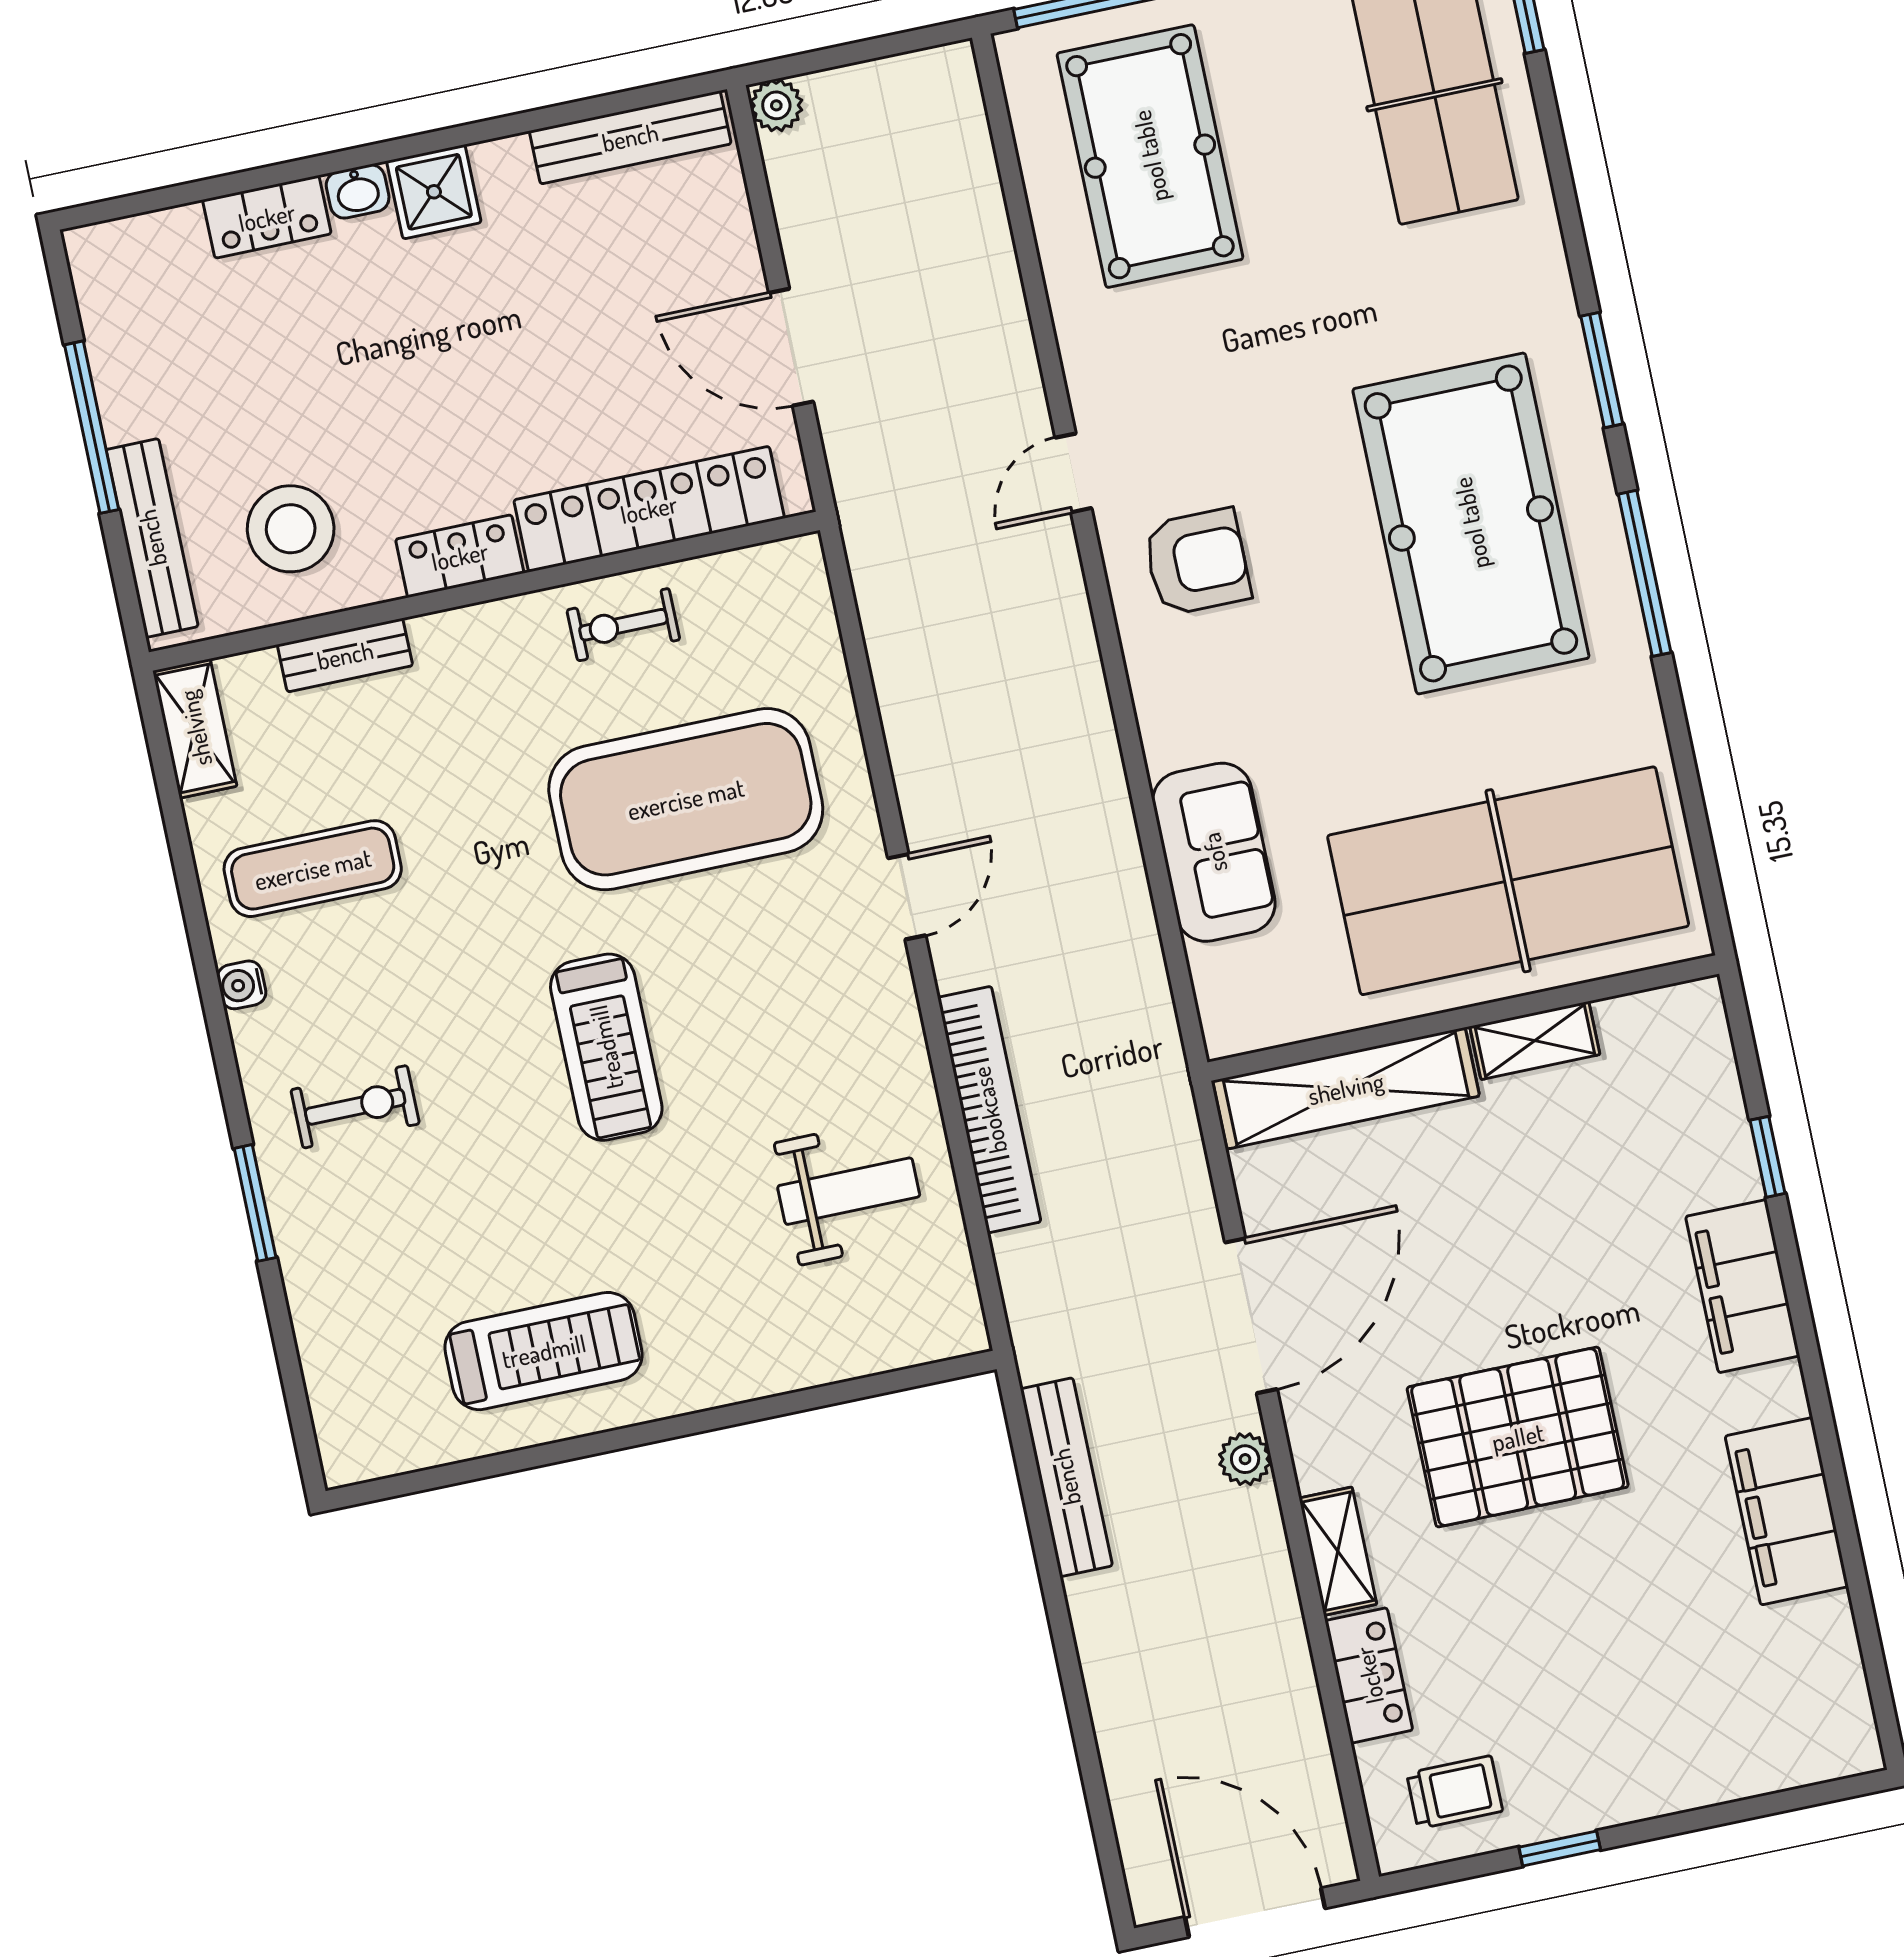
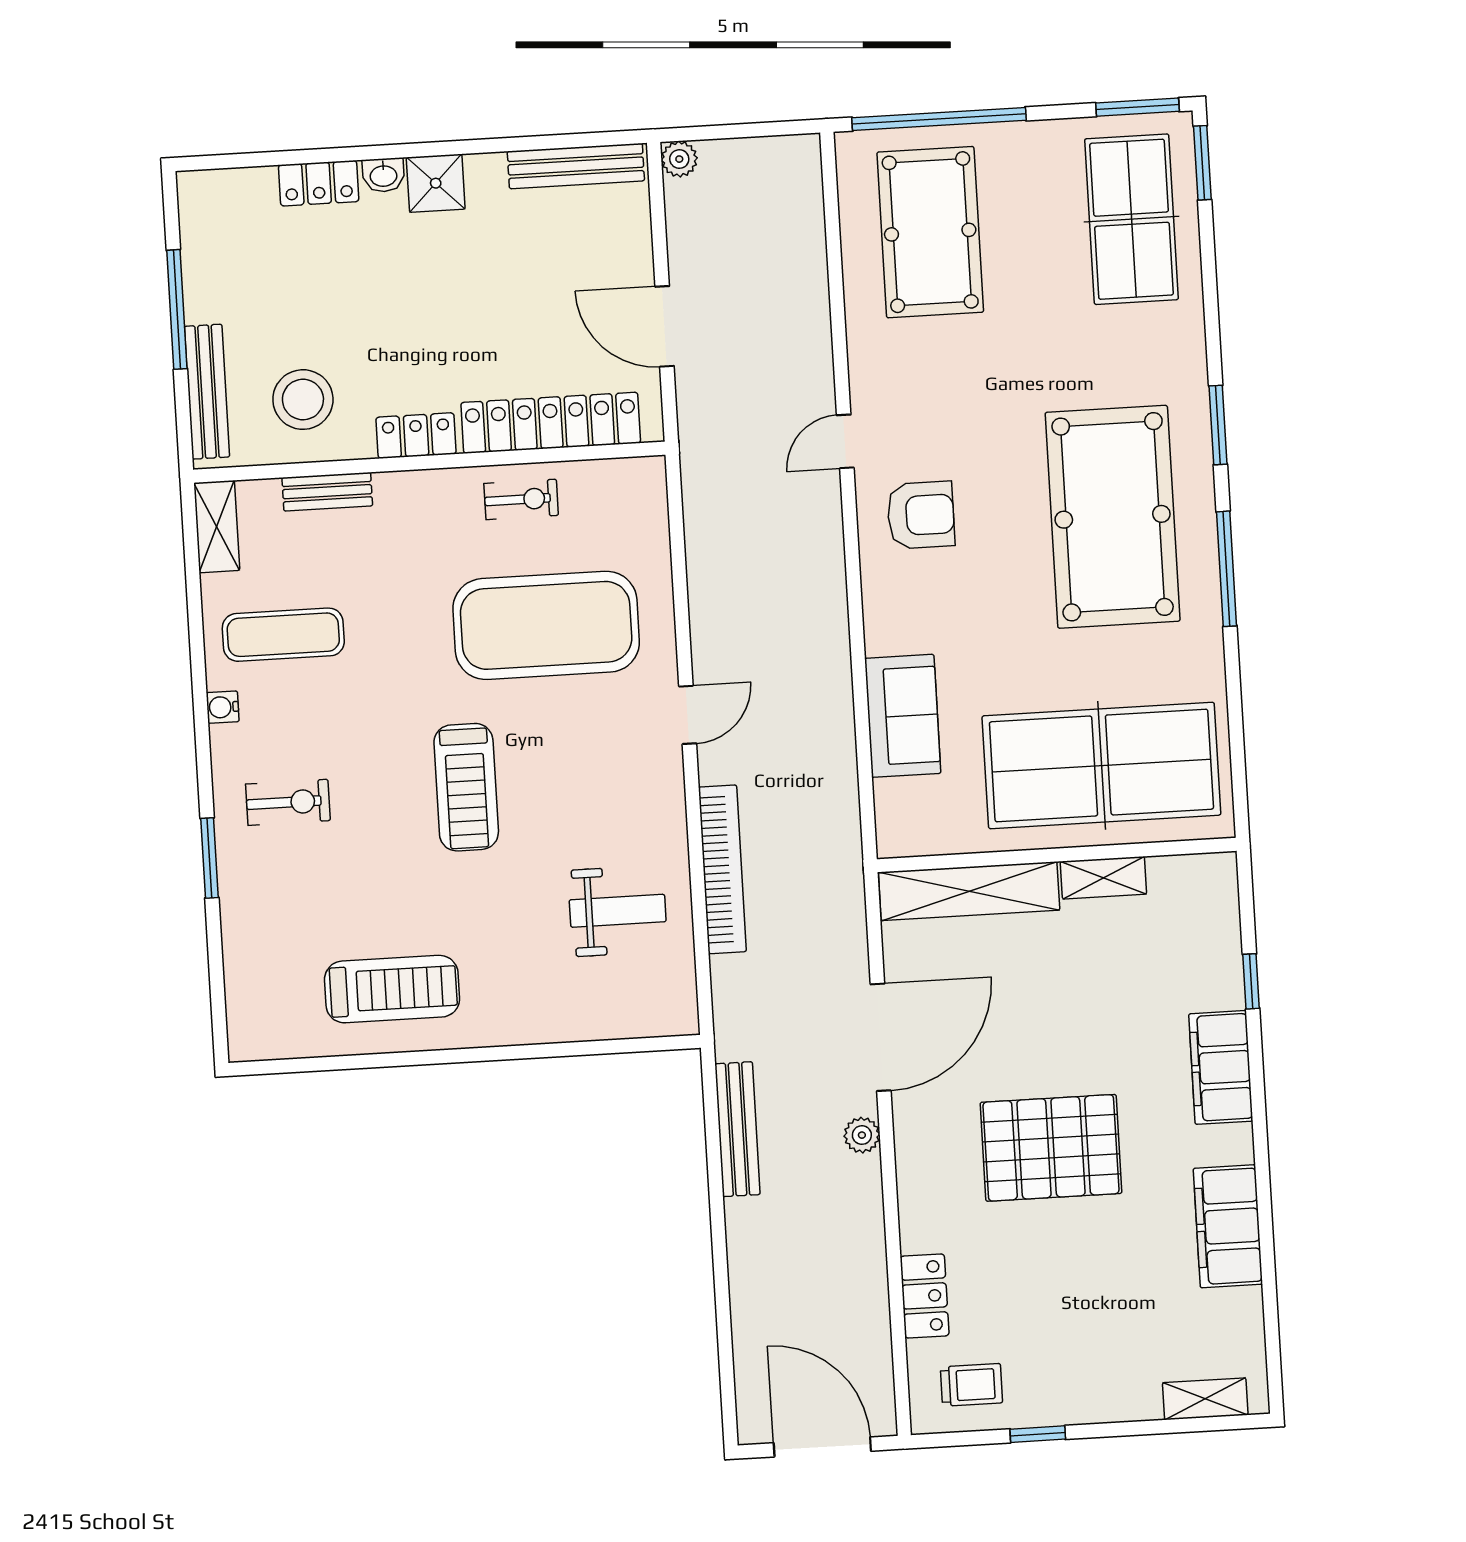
exercise bike: (623, 625) -> (521, 499), turned 180
shelving: (1338, 1551) -> (1205, 1399), moved, turned 90

